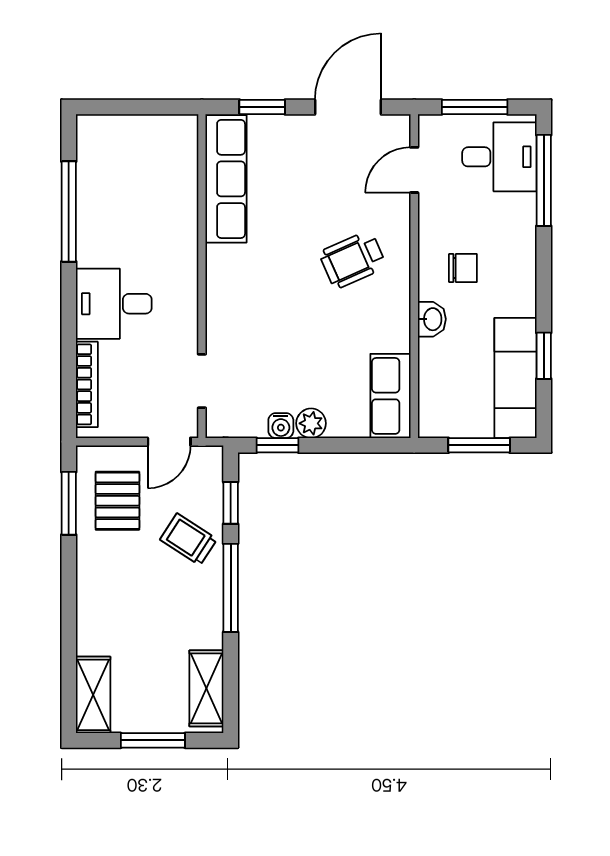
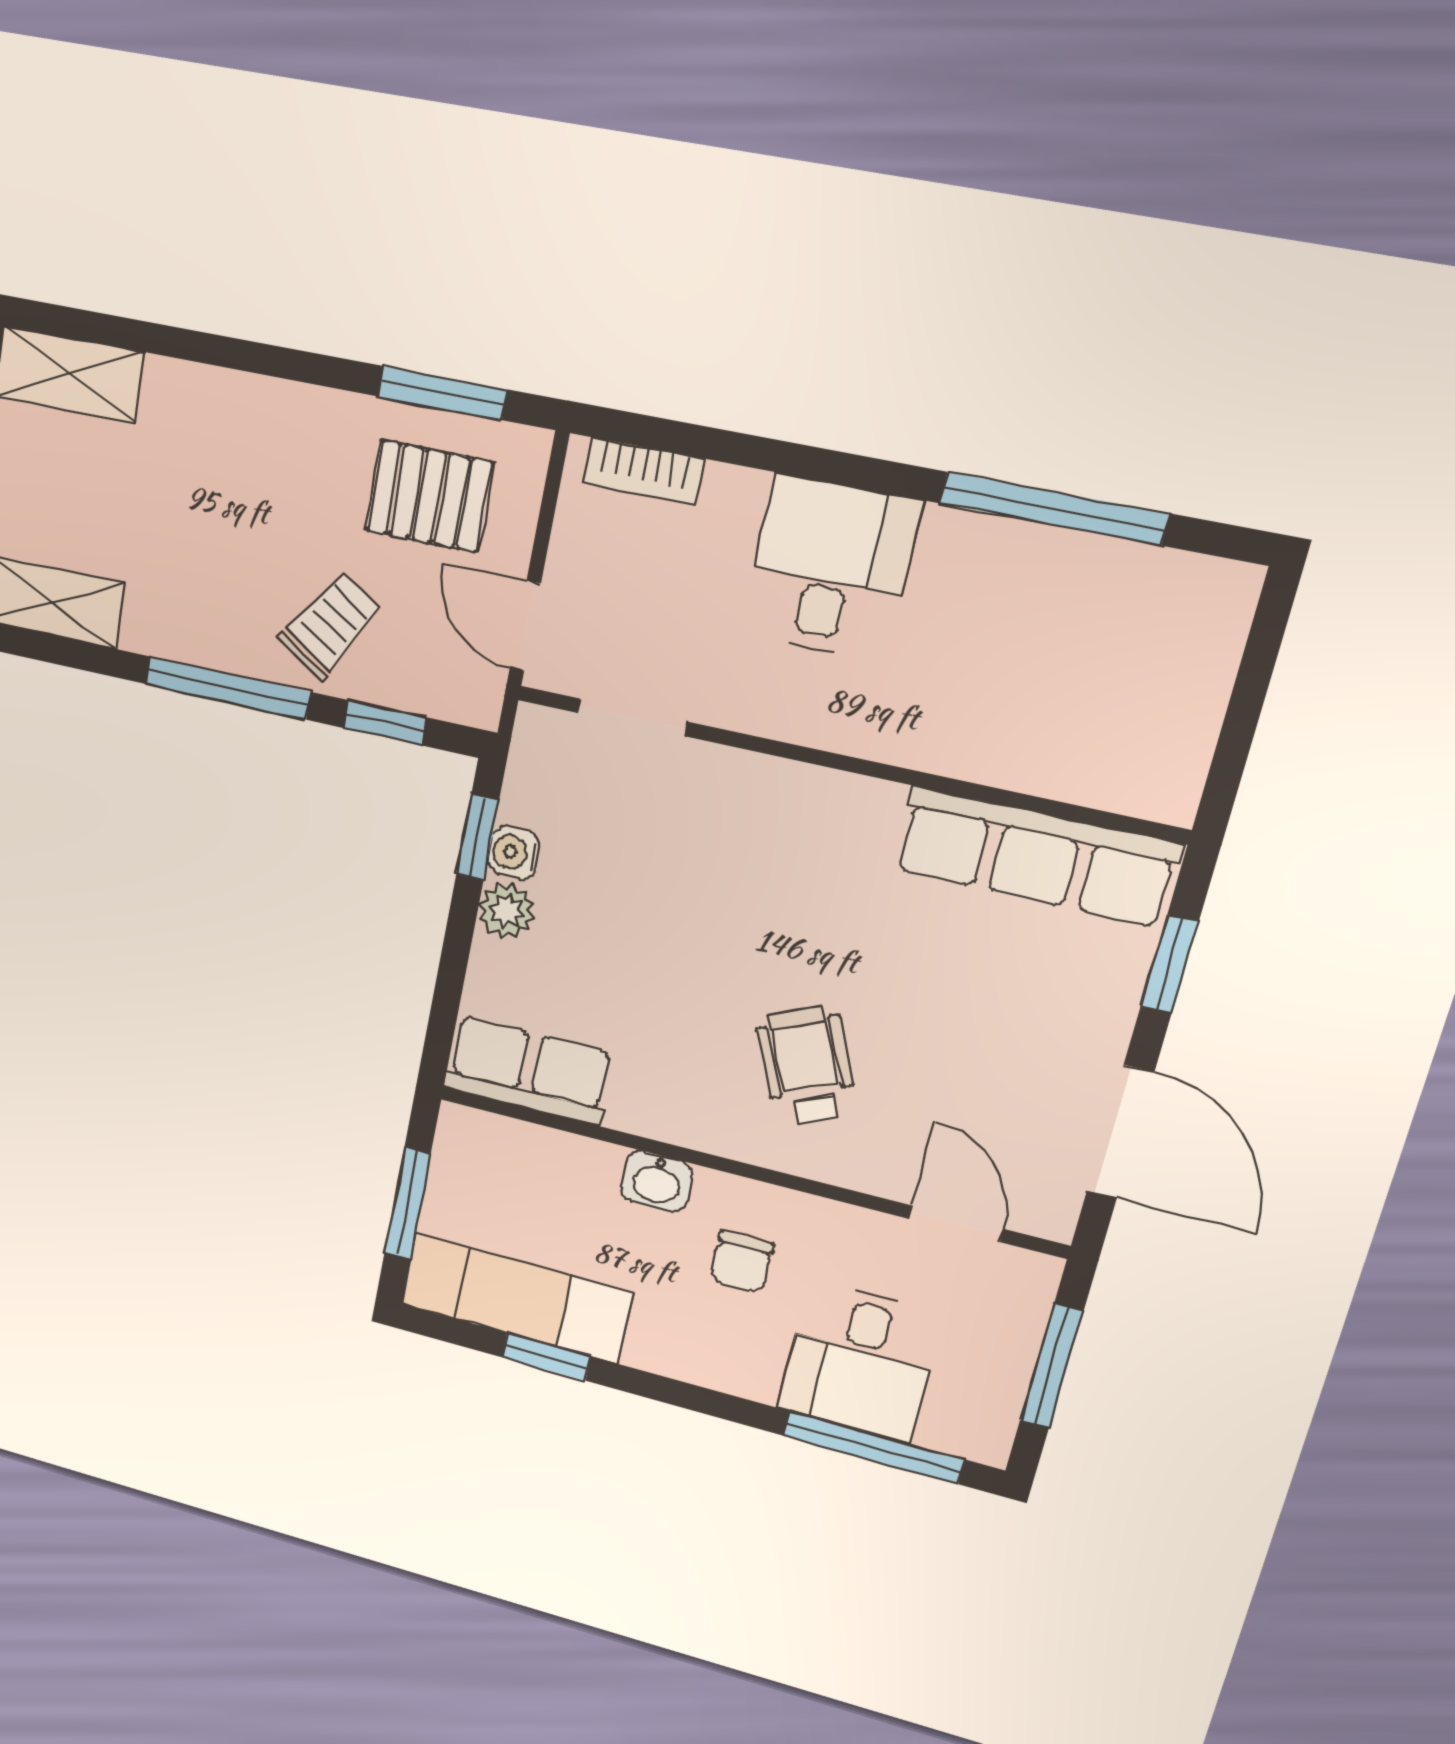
desk: (499, 157) -> (860, 1361), moved
bookcase: (87, 384) -> (643, 471), width x0.64

